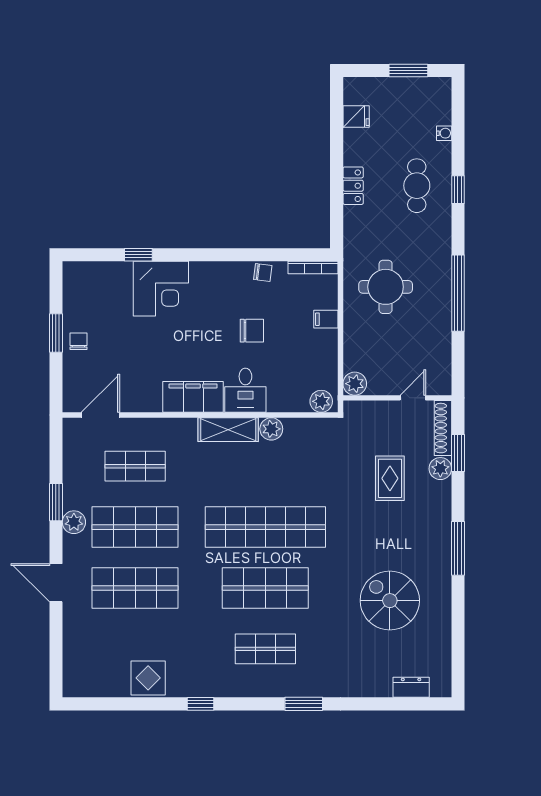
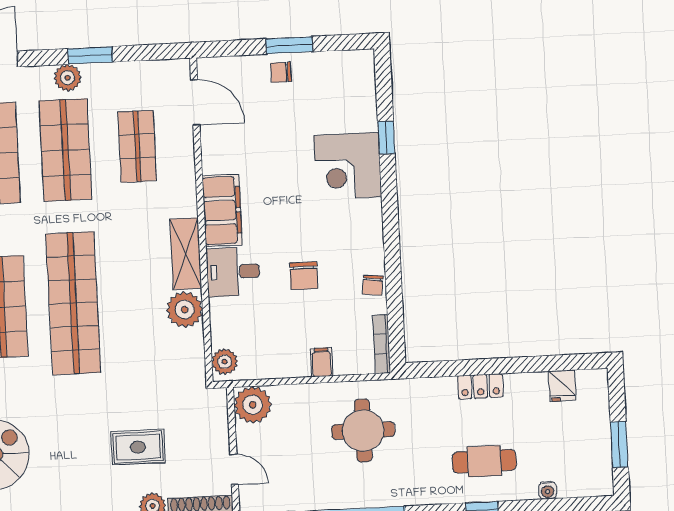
chair: (78, 341) -> (281, 72), turned 180
plant: (355, 384) -> (253, 405), width x1.36, depth x1.36
plant: (271, 429) -> (185, 310), width x1.36, depth x1.36

